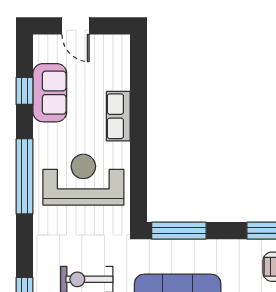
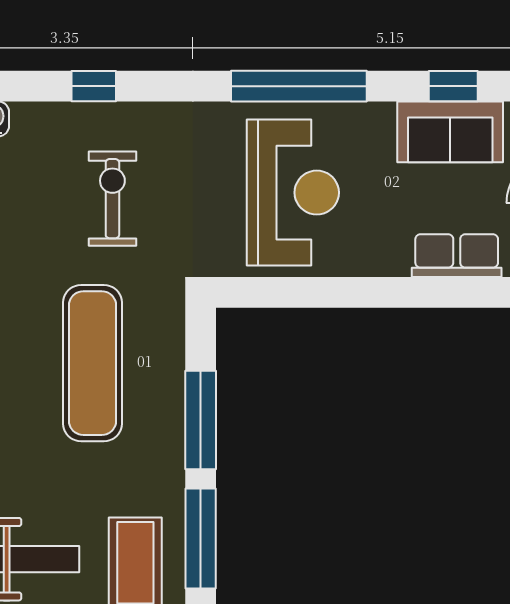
row of seats: (118, 116) -> (457, 256), moved
window: (179, 231) -> (201, 420), moved

